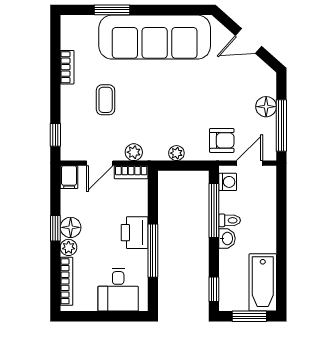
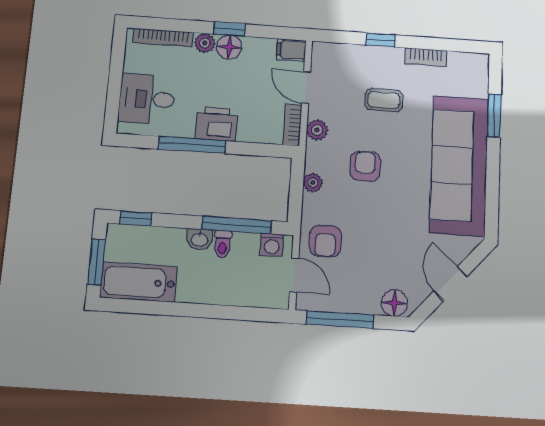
floor lamp: (266, 107) -> (394, 303), moved
armchair: (160, 112) -> (365, 166), added
window: (55, 135) -> (381, 40), moved

